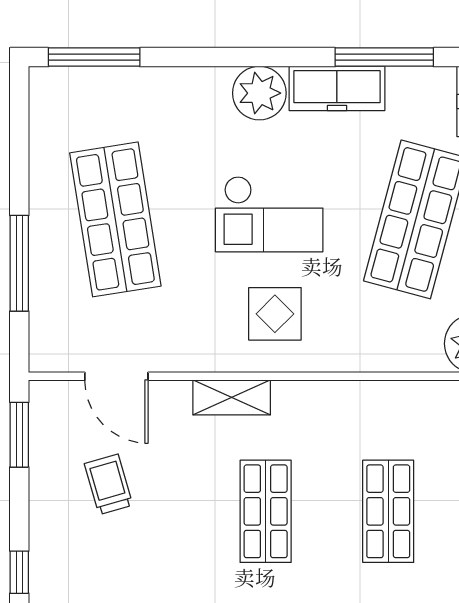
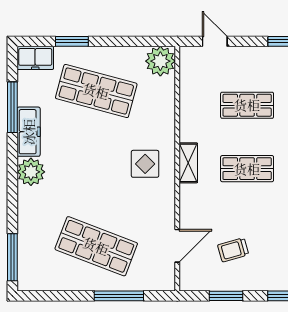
checkout: (269, 214) -> (93, 167), removed
shop shelf: (115, 219) -> (96, 246), turned 30
shelving: (232, 397) -> (188, 163), moved
window: (19, 435) -> (226, 296), moved

